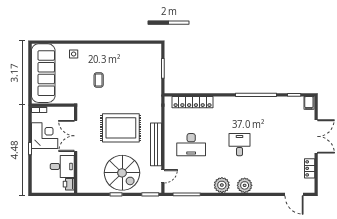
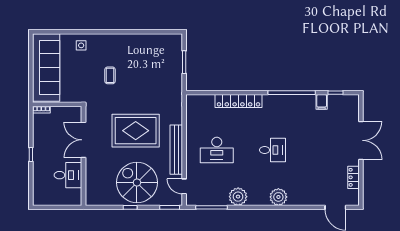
locker: (193, 102) -> (238, 101), moved
filing cabinet: (309, 103) -> (322, 102), moved
corner desk: (45, 136) -> (48, 140), removed
desk: (240, 145) -> (273, 150), turned 90
spiral stairs: (122, 173) -> (137, 183), turned 180
door: (163, 176) -> (184, 186), swing flipped
printer: (69, 184) -> (76, 196), removed
plant: (222, 185) -> (238, 197), moved

